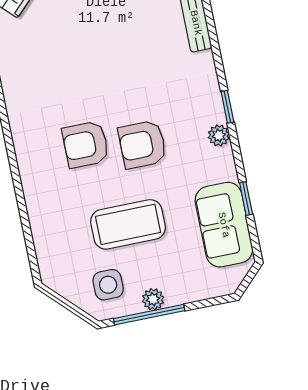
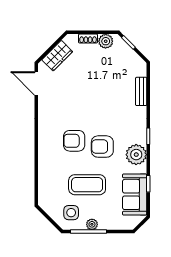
plant: (219, 135) -> (136, 155), width x1.87, depth x1.87

